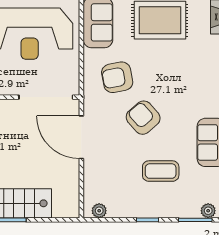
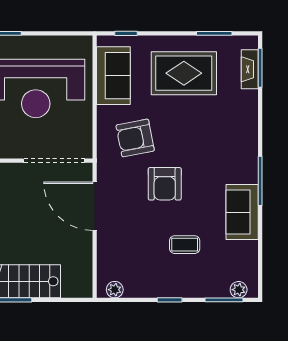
armchair: (143, 118) -> (165, 184), turned -139
coffee table: (161, 171) -> (185, 245), width x0.73, depth x0.77

